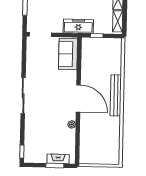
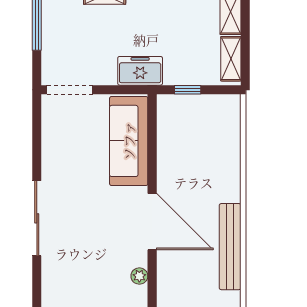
freezer: (78, 26) -> (140, 71), width x0.71
sofa: (68, 54) -> (129, 141), width x1.36
bench: (116, 95) -> (230, 247), moved

